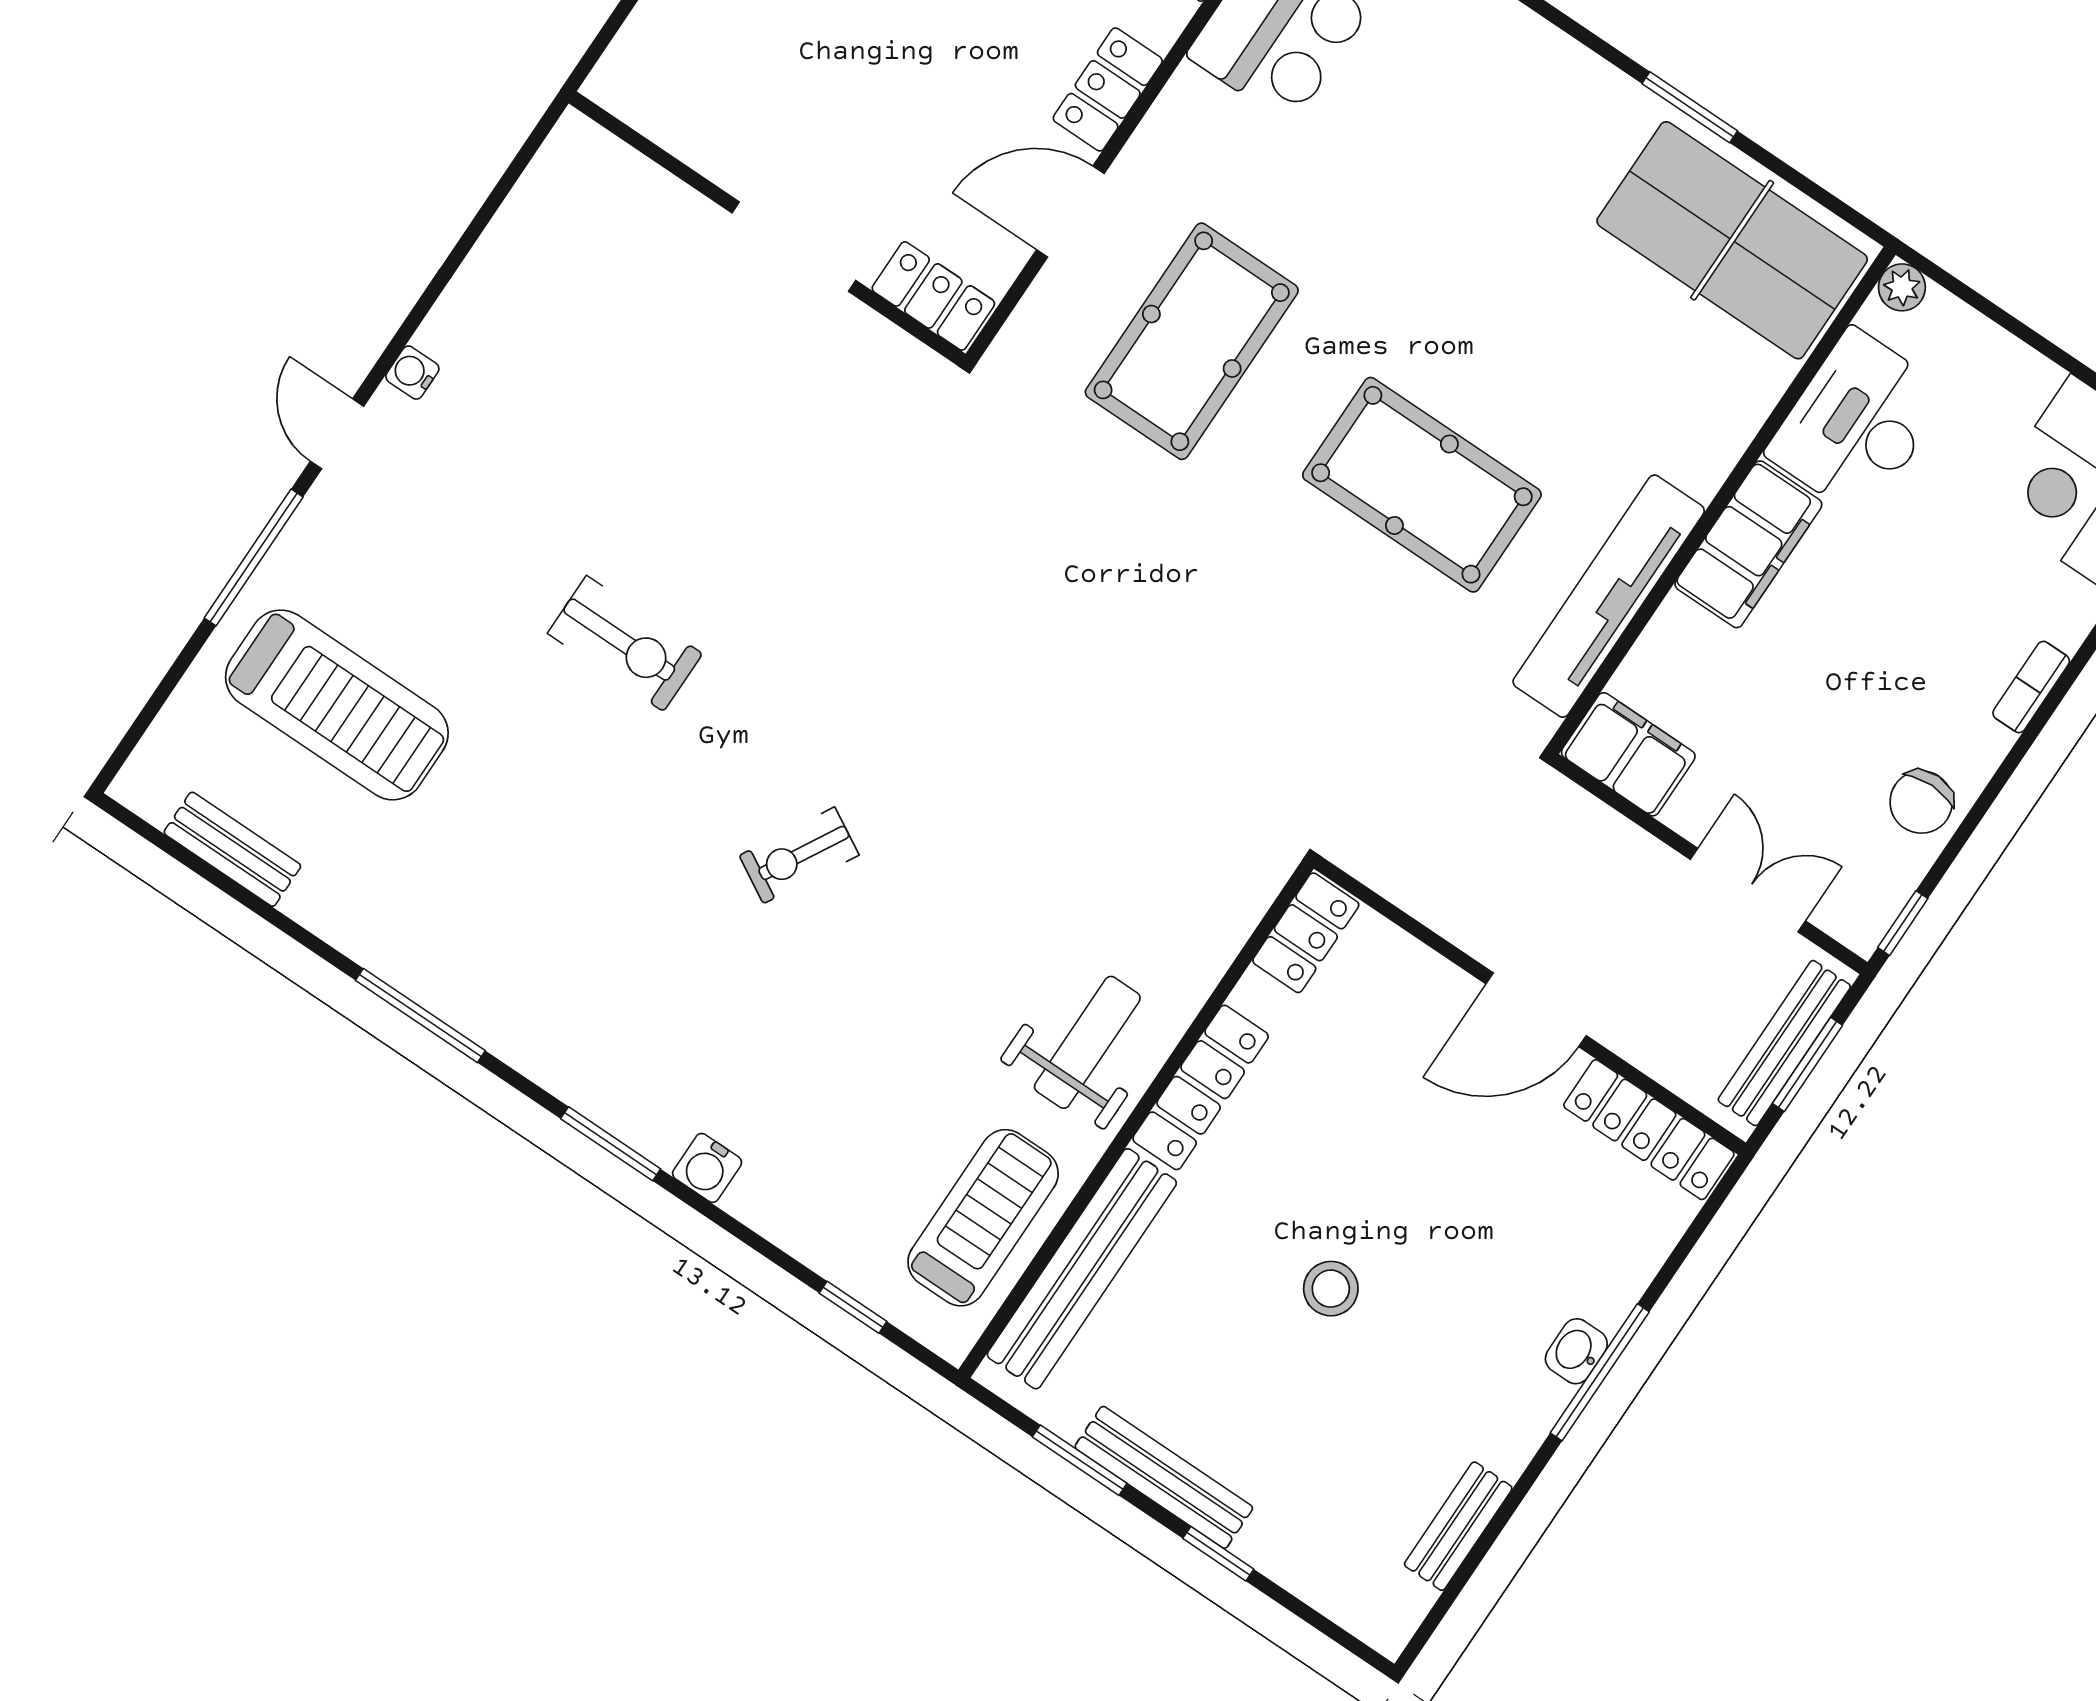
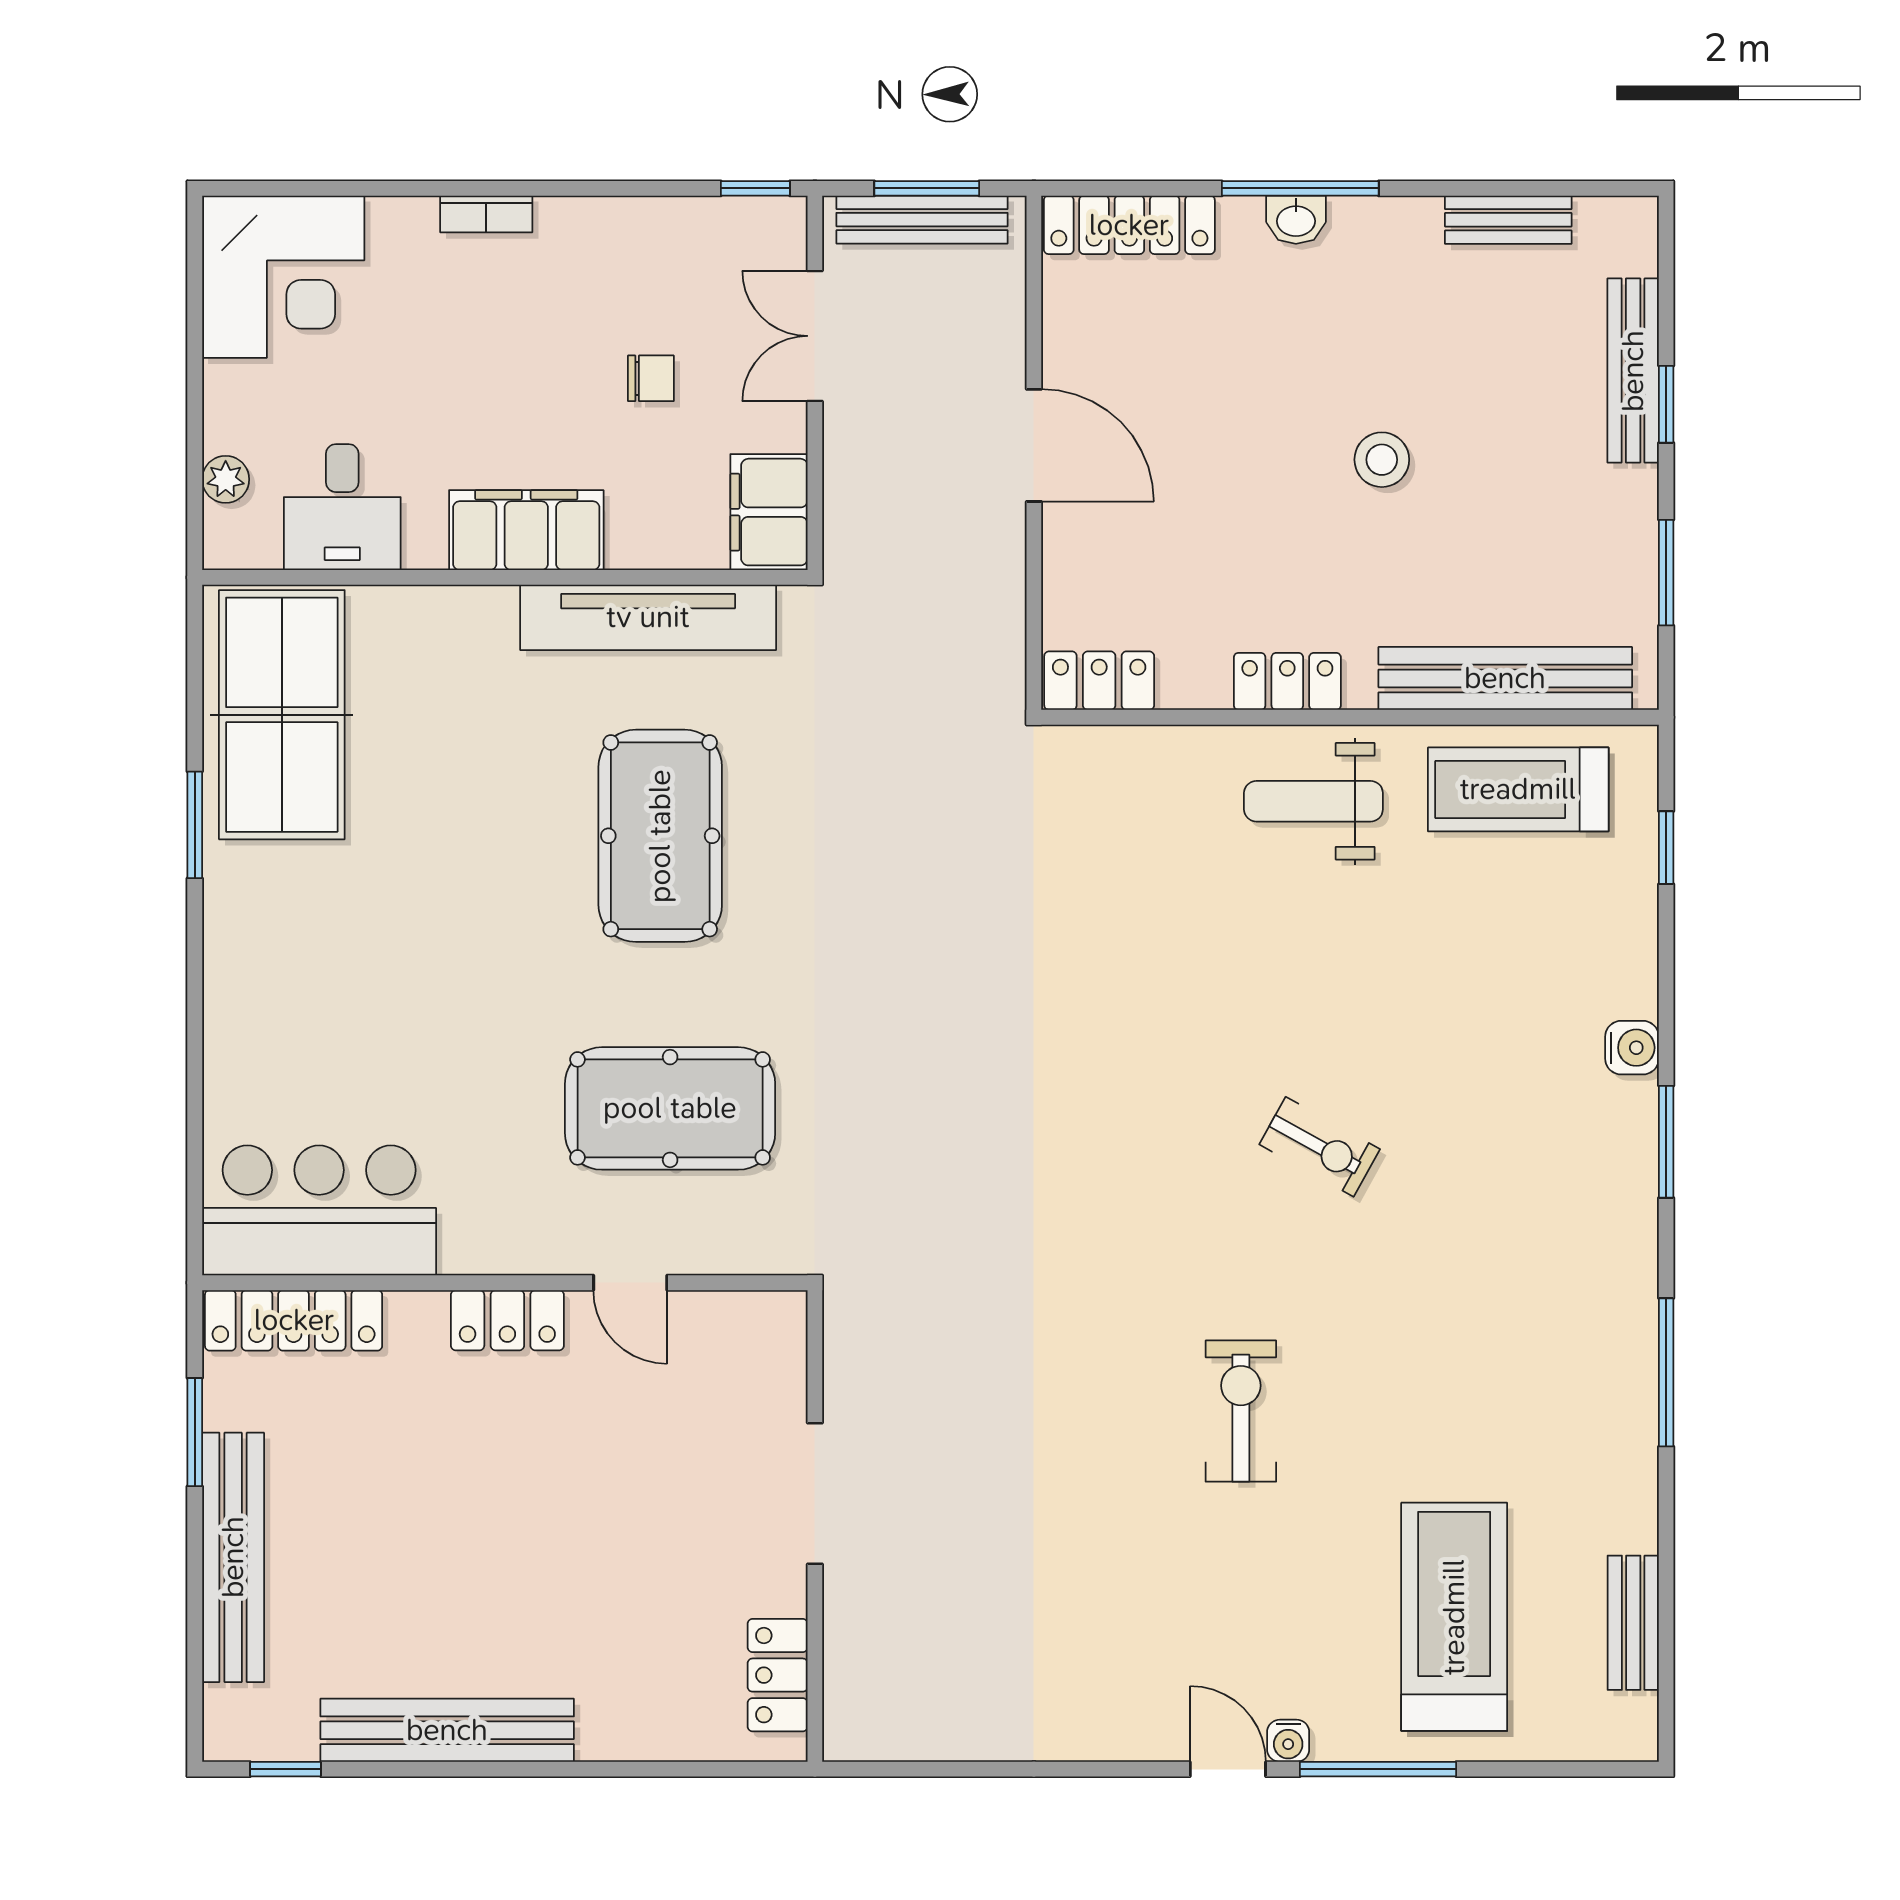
door: (1070, 212) -> (630, 1283), width x0.73
plant: (1902, 287) -> (226, 479), moved
locker: (933, 296) -> (778, 1675), moved
water cooler: (412, 373) -> (1288, 1741), moved
desk: (1857, 423) -> (342, 507), width x0.73
door: (337, 434) -> (1228, 1769), swing flipped
chair: (1921, 802) -> (651, 378), moved, width x0.73, depth x0.73
locker: (1201, 1087) -> (1287, 681), width x0.66
locker: (1649, 1130) -> (1129, 225), moved, turned 90
bench: (1164, 1477) -> (1633, 371), moved

